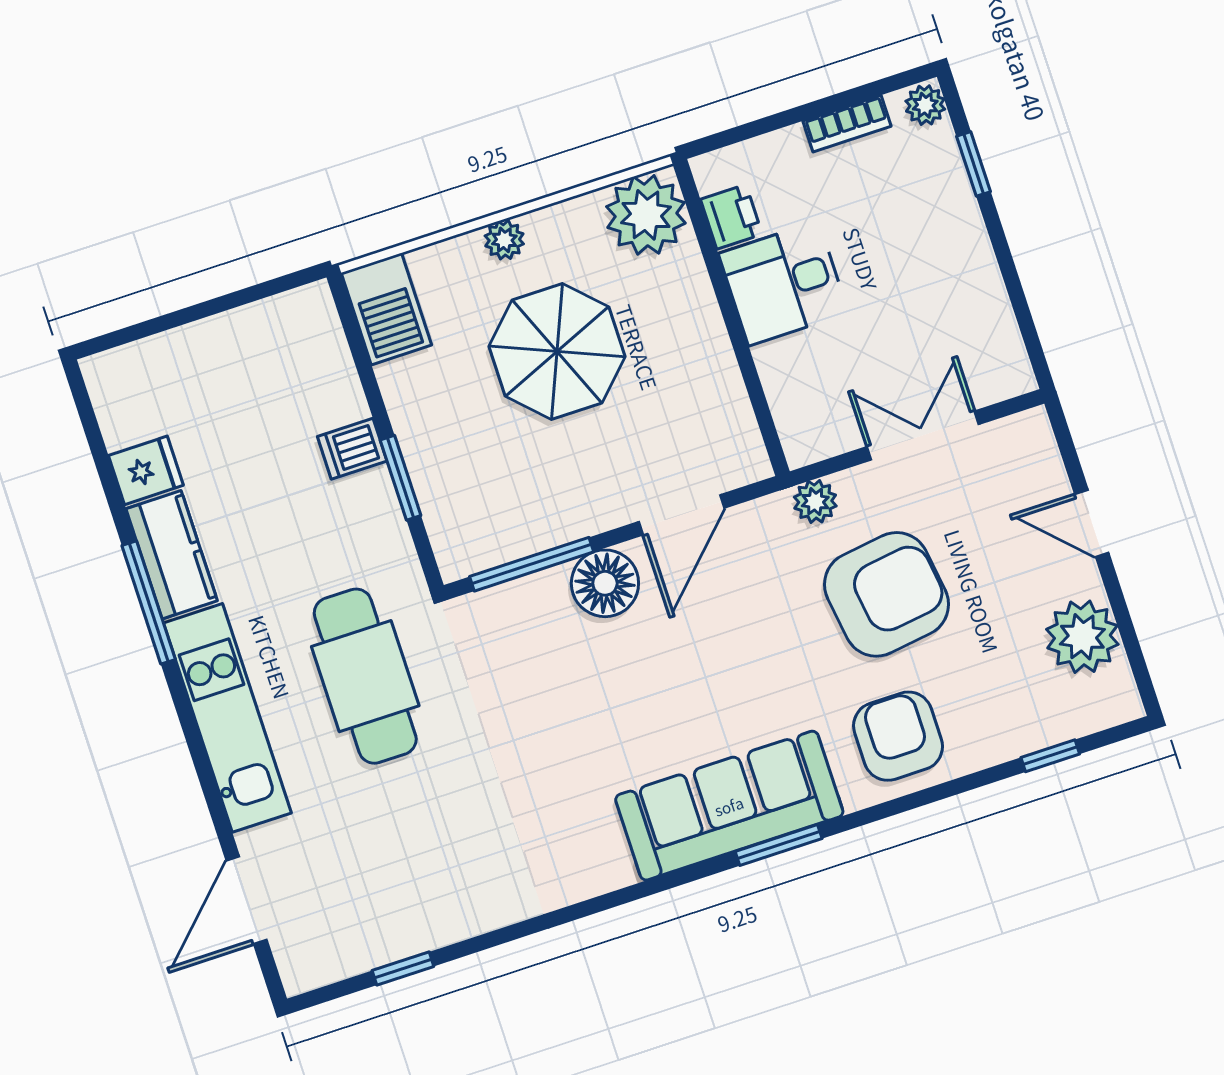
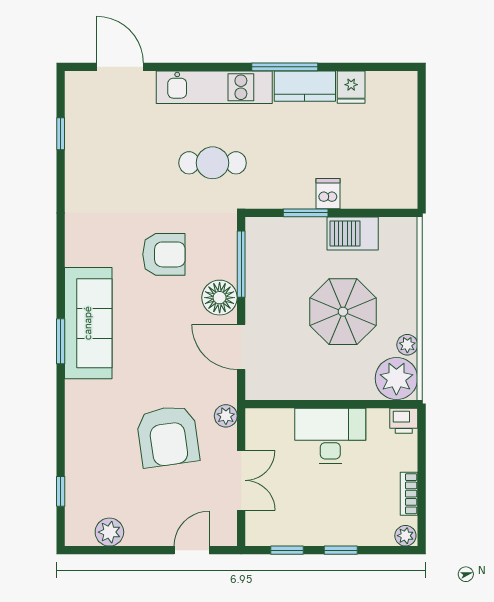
window: (974, 164) -> (341, 550), moved
printer: (731, 217) -> (404, 421), moved
plant: (504, 240) -> (407, 345), moved
desk: (784, 283) -> (330, 436), width x1.37
barbecue: (386, 309) -> (353, 234), moved
window: (1022, 311) -> (287, 550), added
door: (1092, 524) -> (192, 550), moved
plant: (1082, 637) -> (109, 532), width x0.73, depth x0.73
cafe table: (365, 676) -> (213, 163), width x0.73, depth x0.74
armchair: (898, 736) -> (164, 254), moved

